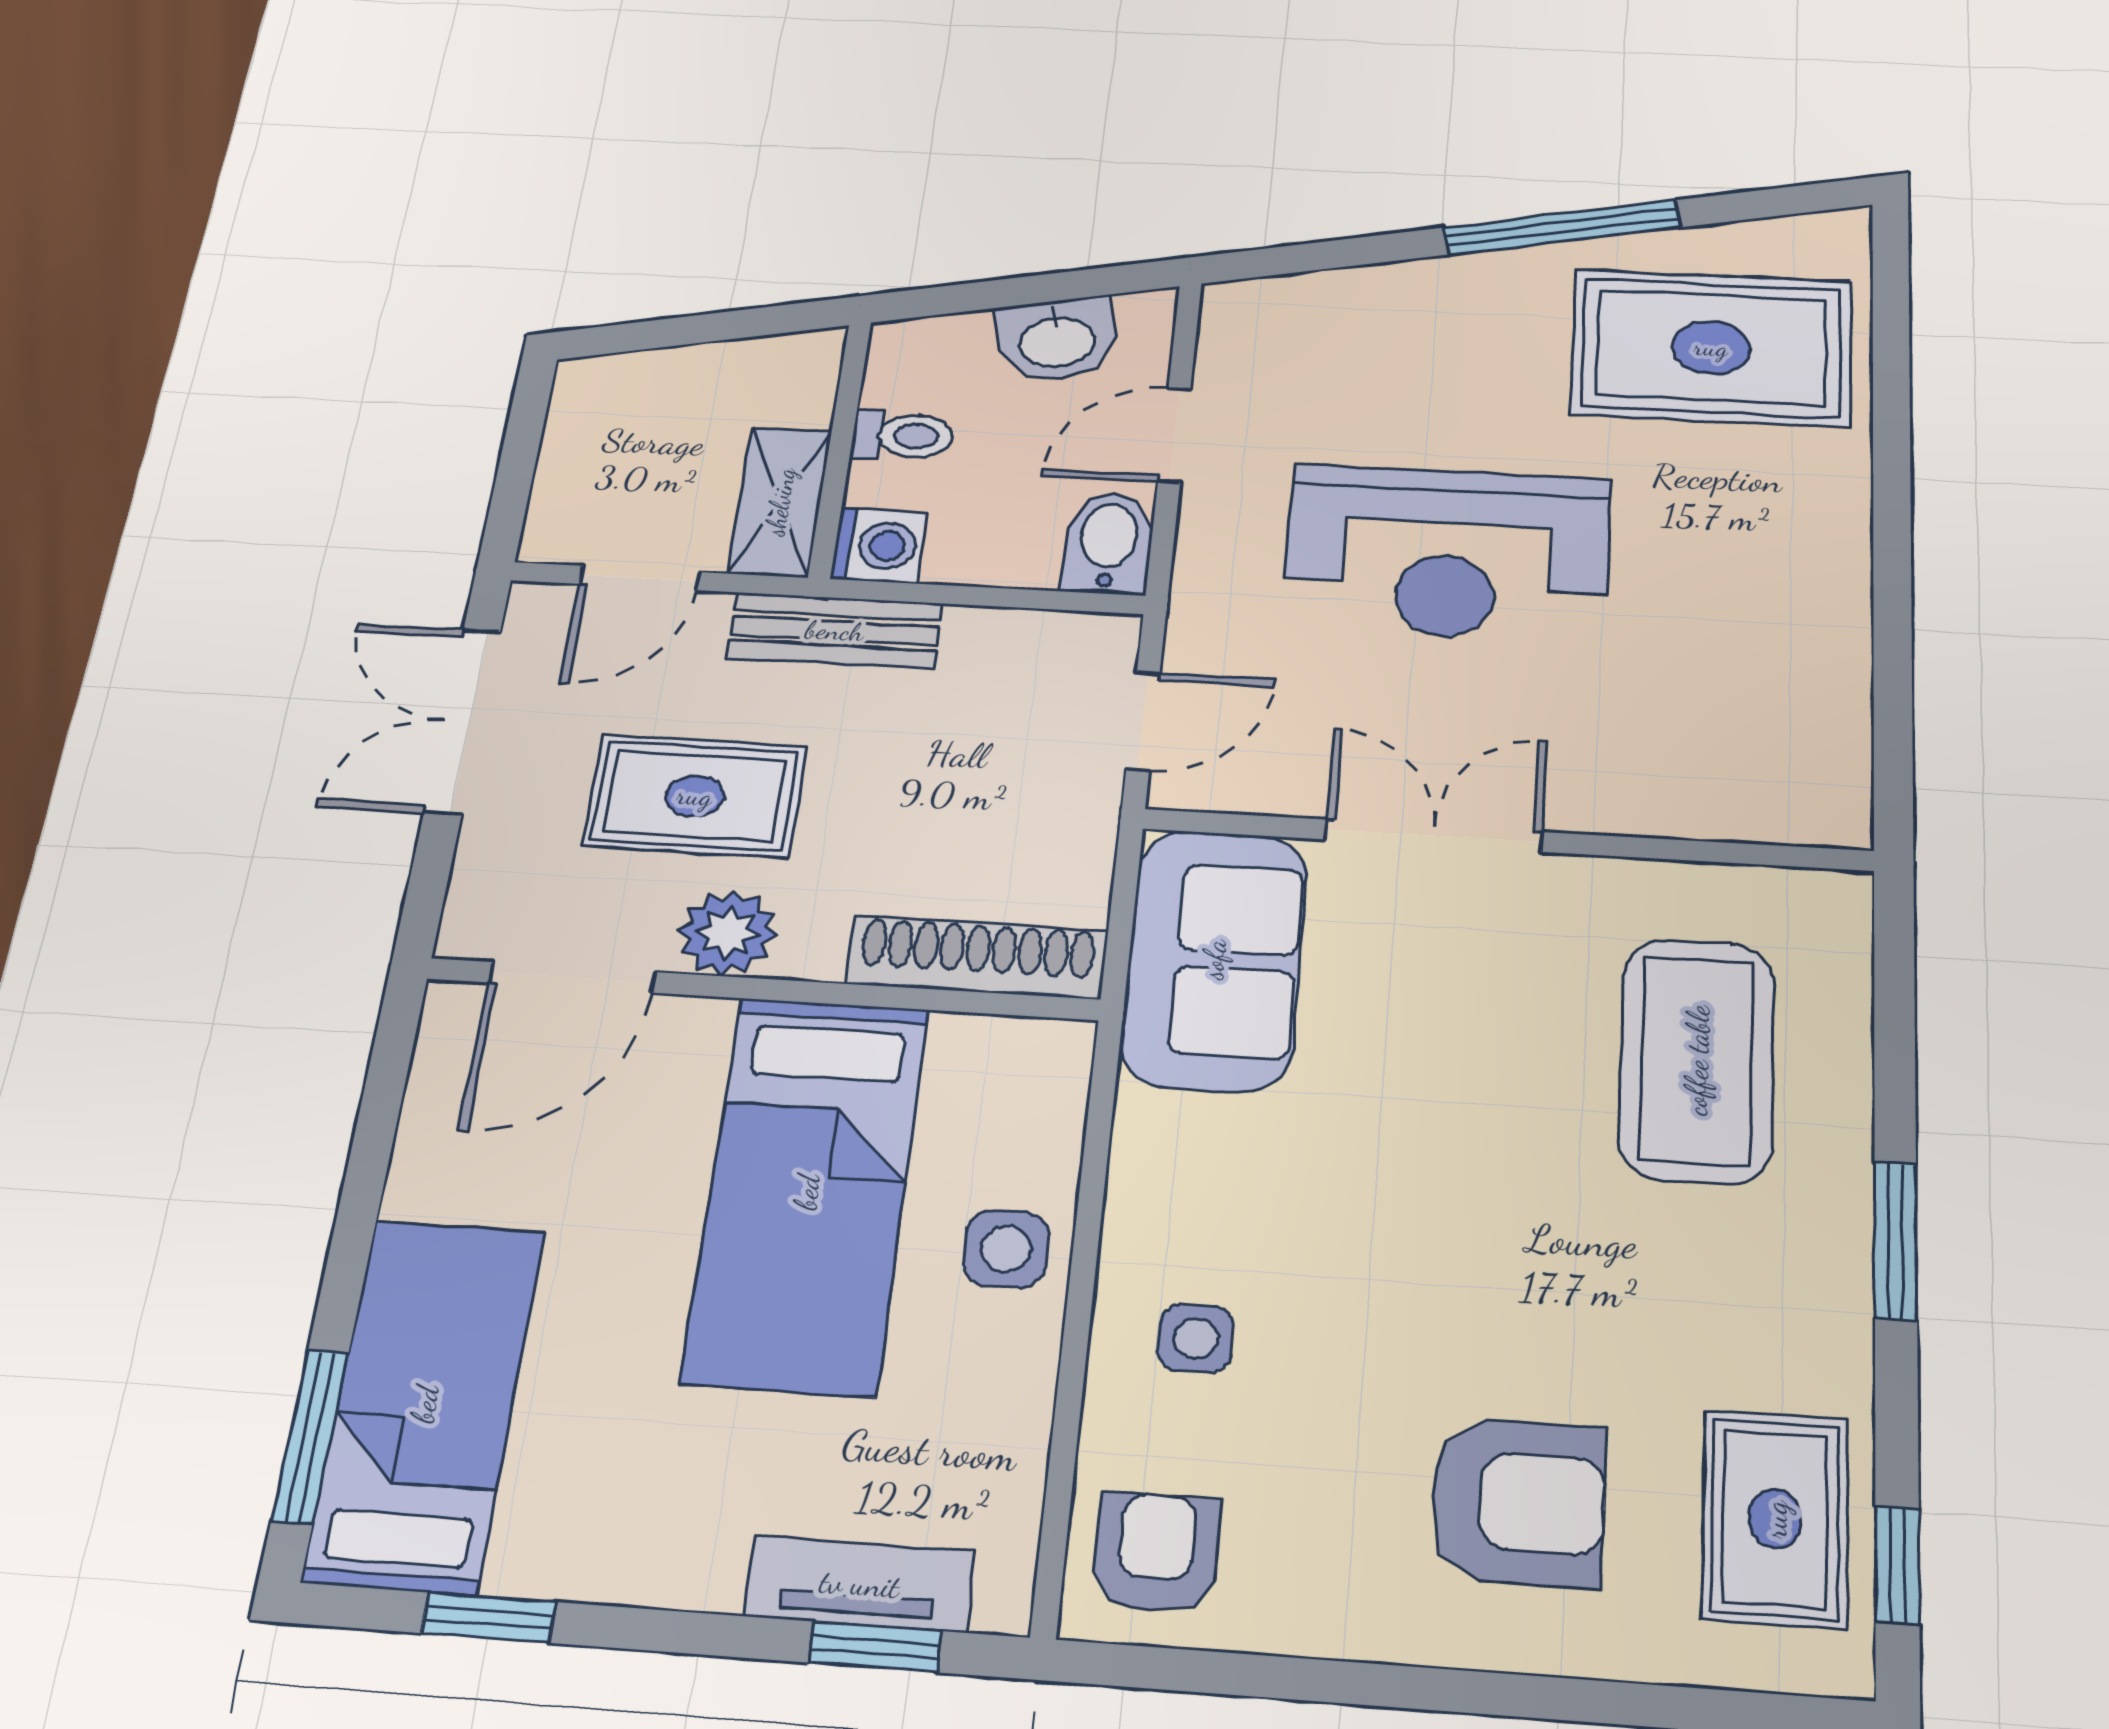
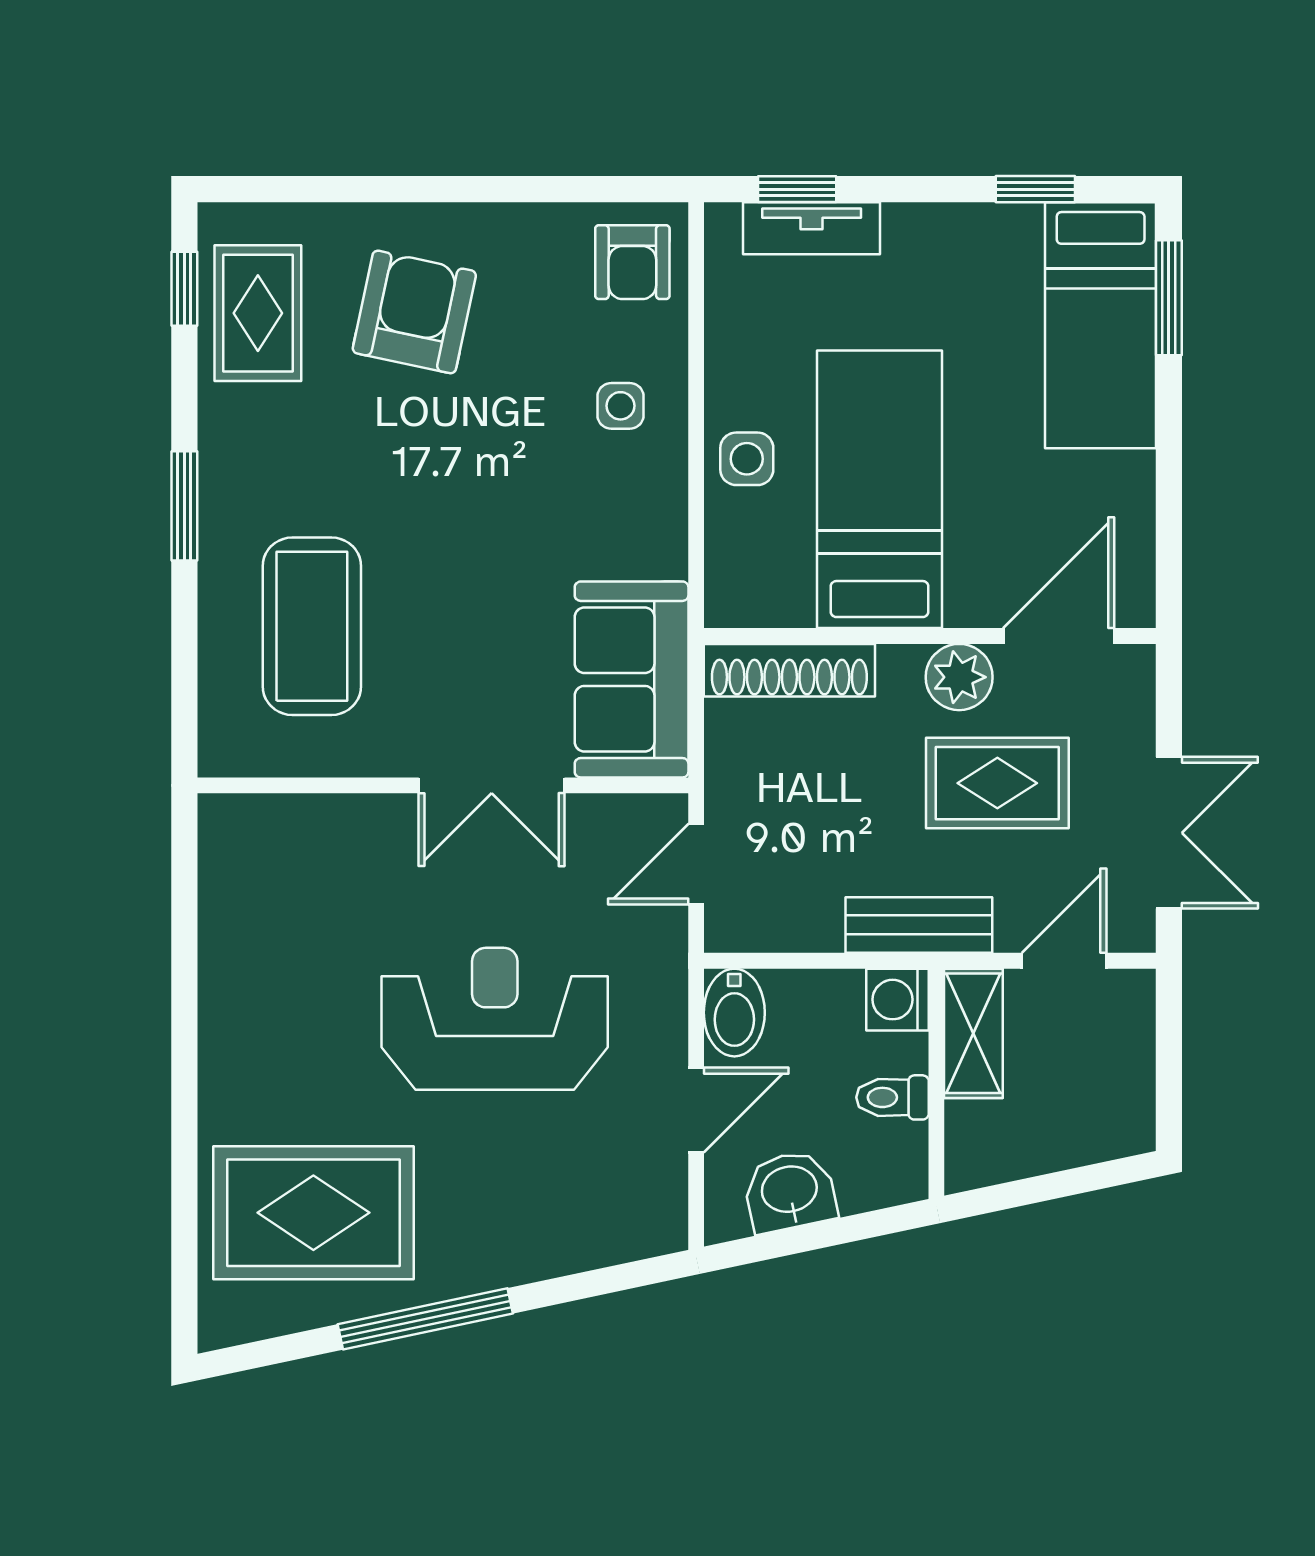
armchair: (1518, 1502) -> (414, 312), turned 102

